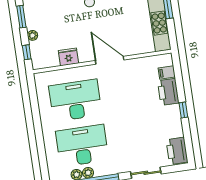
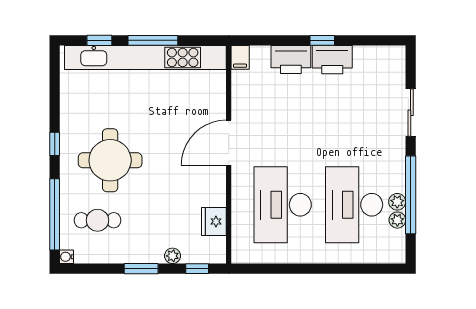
fridge: (68, 57) -> (214, 221), moved
filing cabinet: (167, 72) -> (240, 57), moved
printer: (177, 151) -> (332, 60), moved

